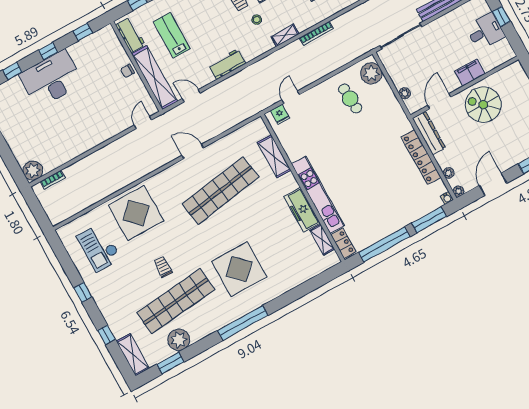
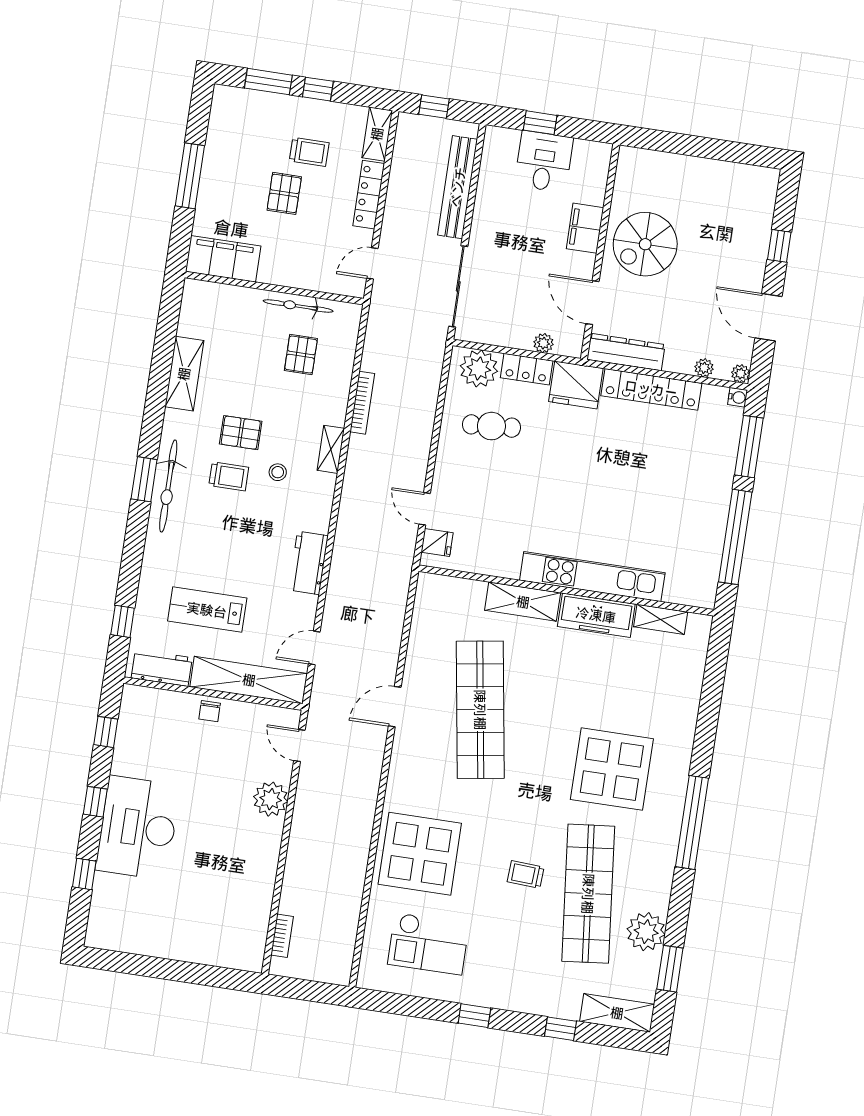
fridge: (397, 122) -> (576, 385), added
shelving: (274, 156) -> (523, 602), moved
plant: (33, 171) -> (271, 799), moved
locker: (343, 243) -> (527, 369), moved, turned 180

